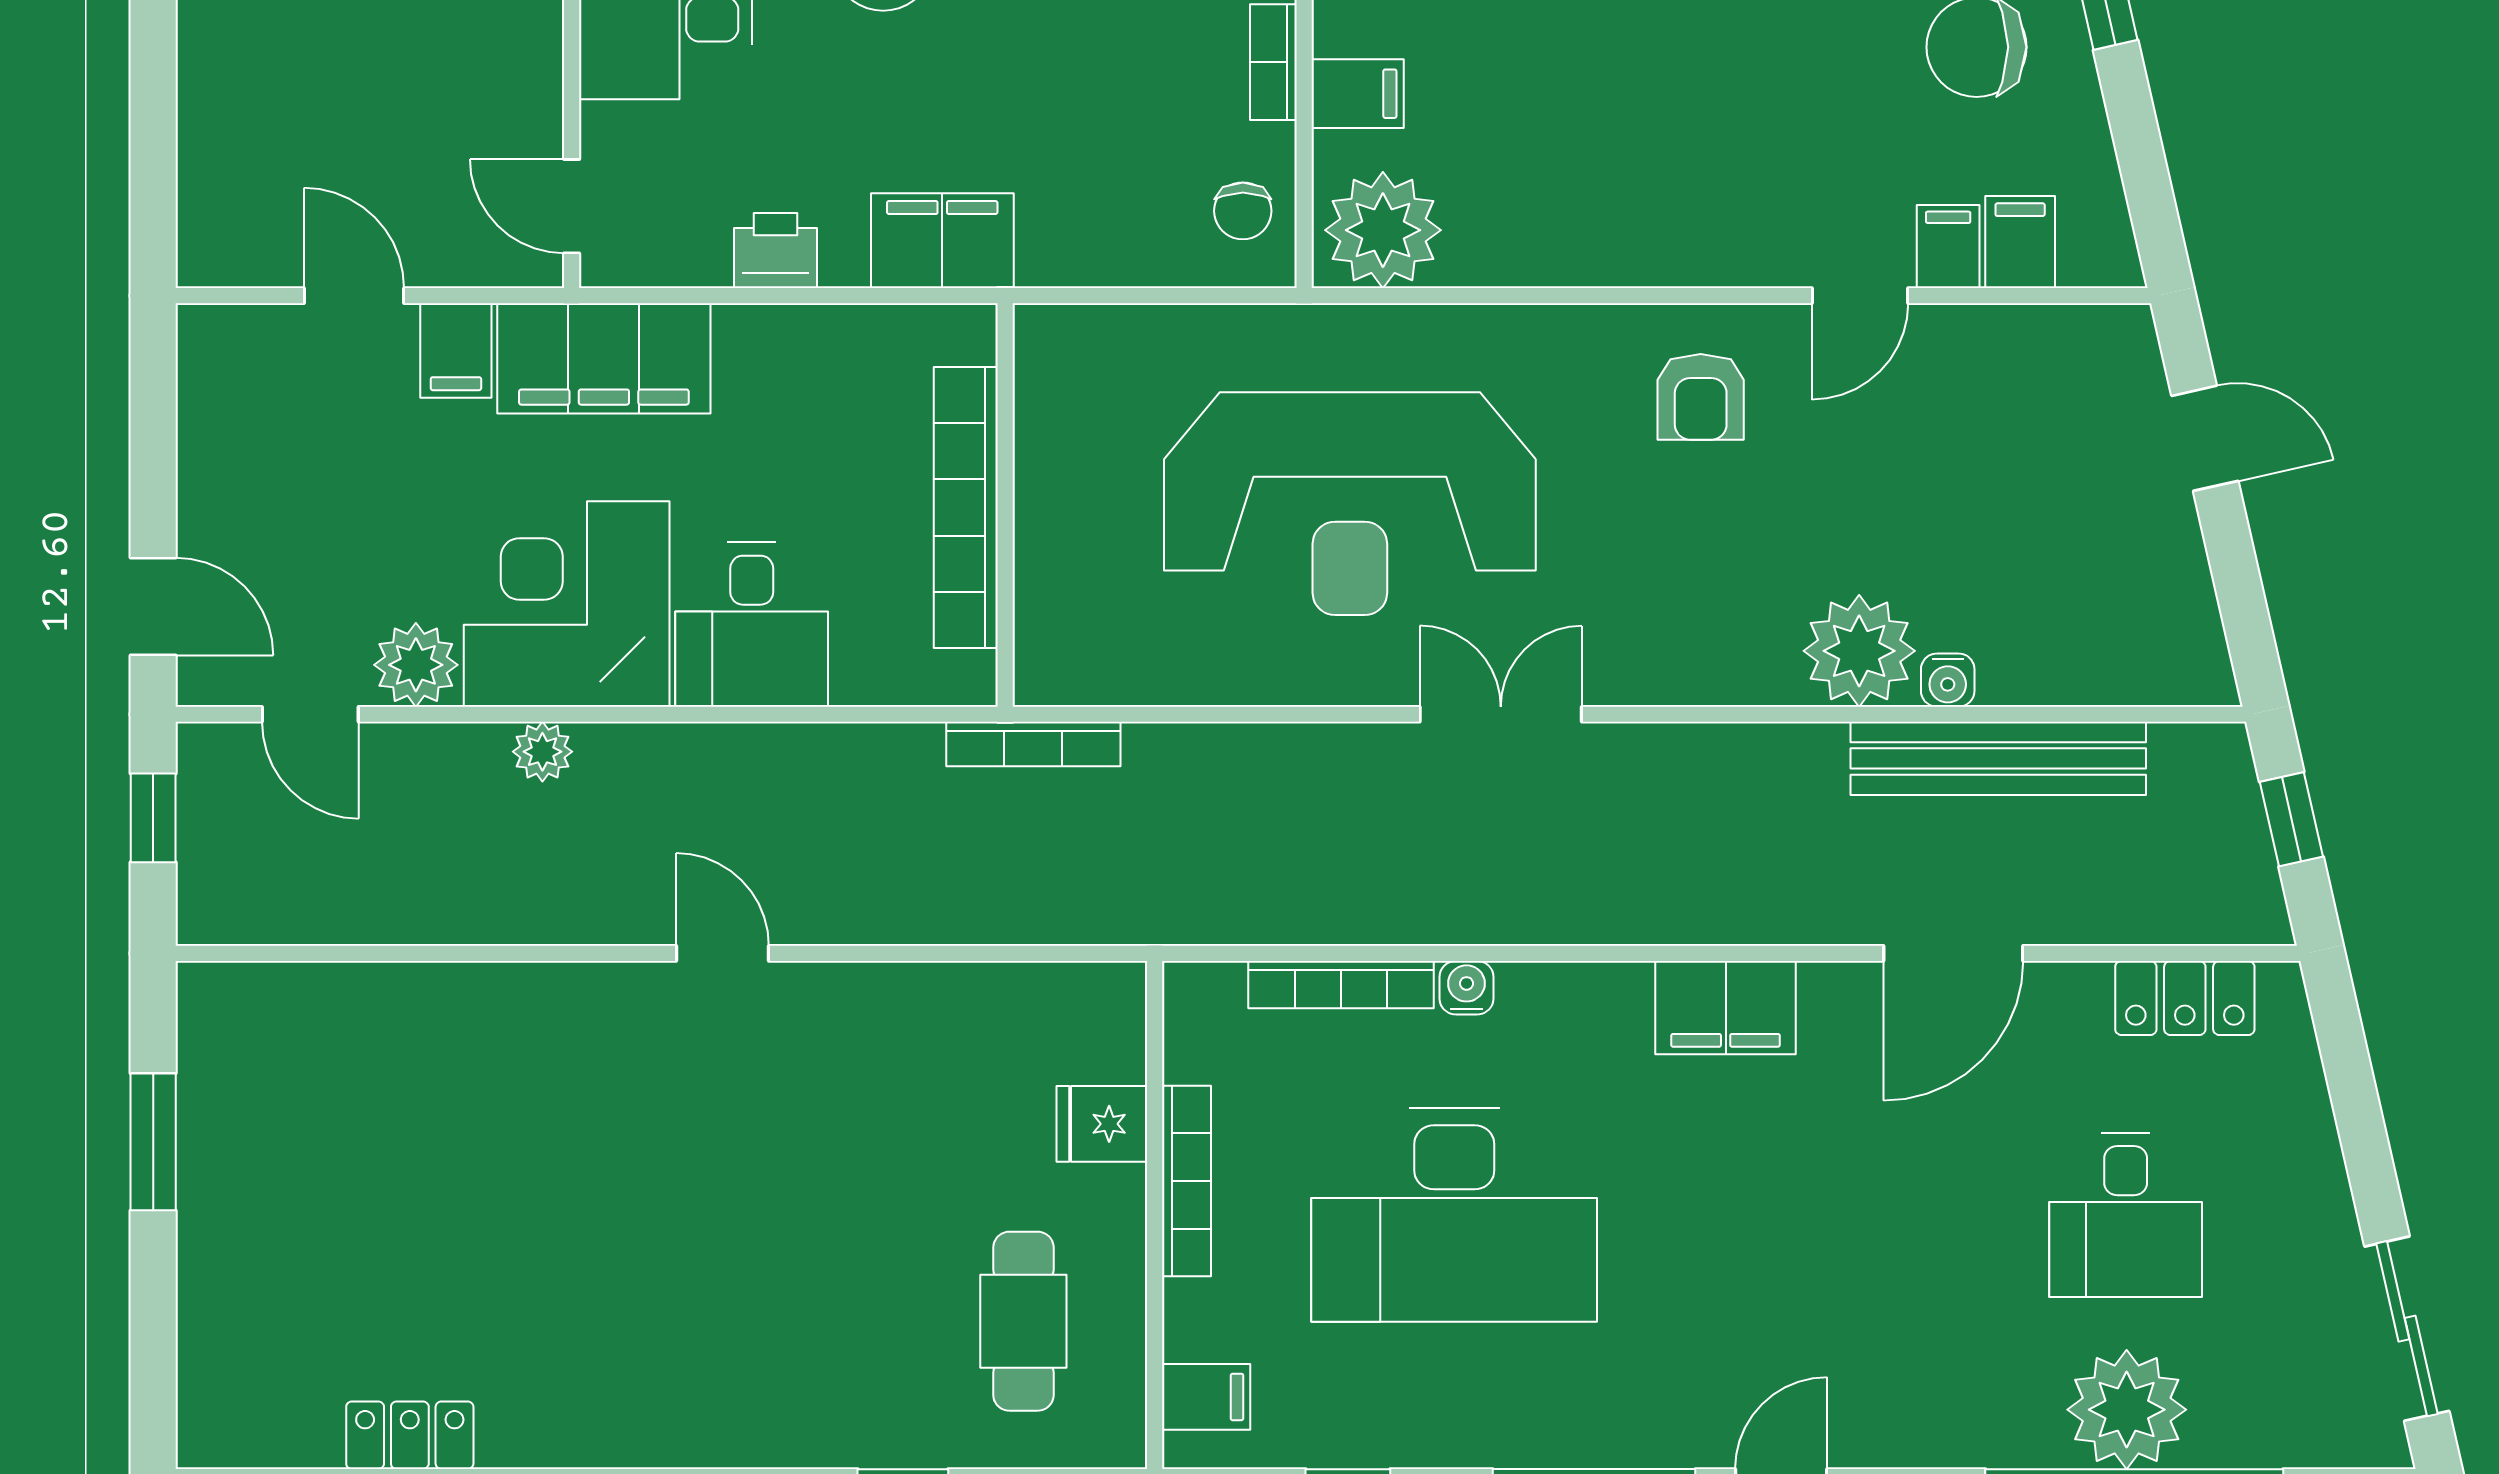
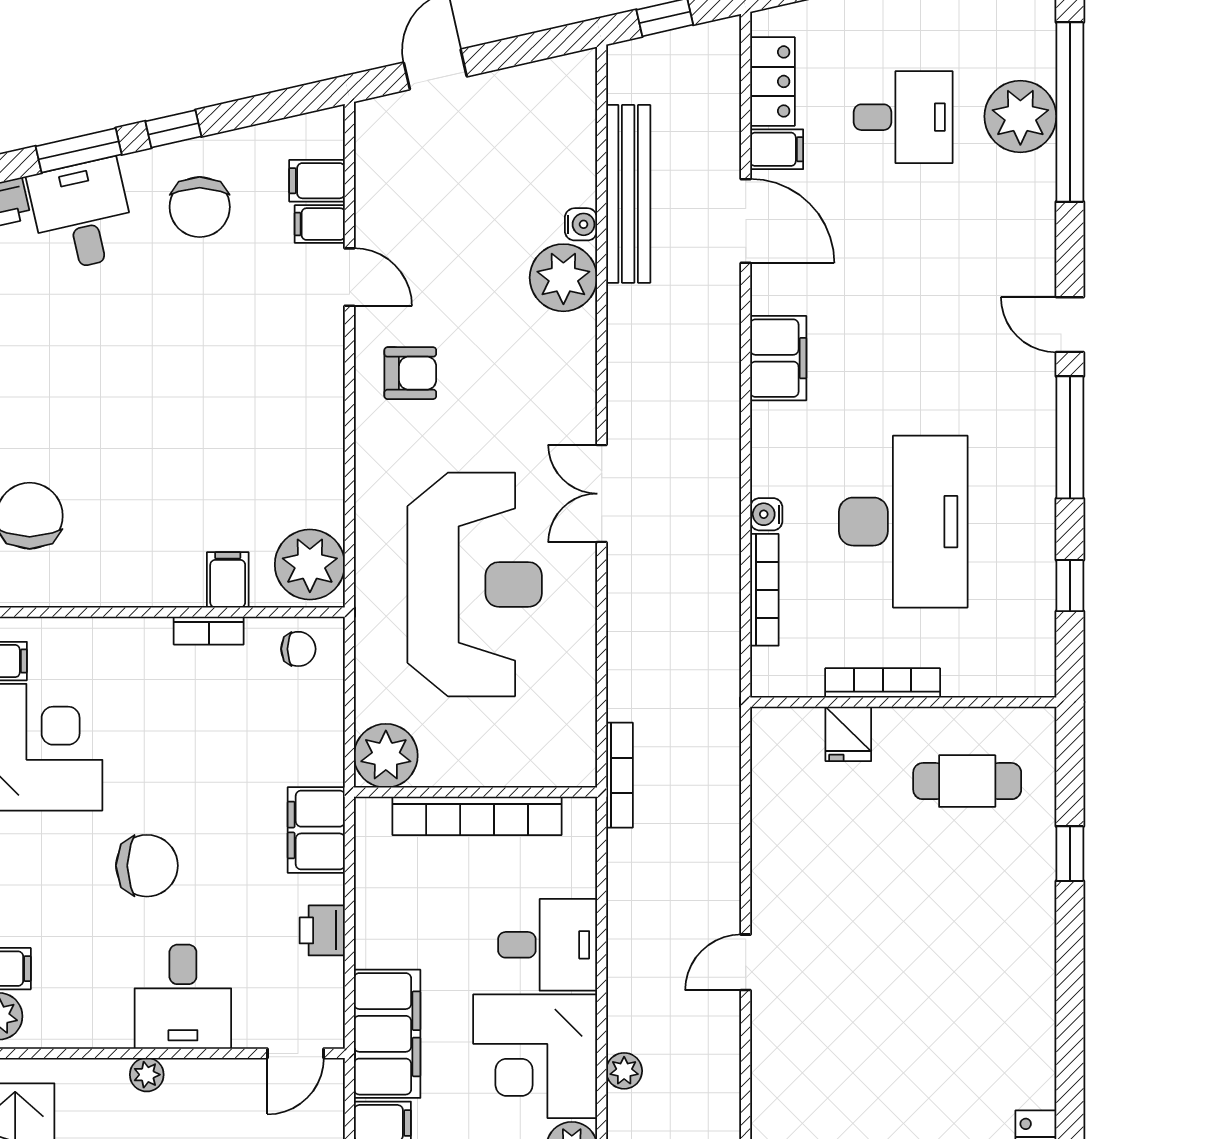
plant: (1066, 356) -> (386, 756), added
filing cabinet: (1206, 1397) -> (777, 149), moved, turned 90

